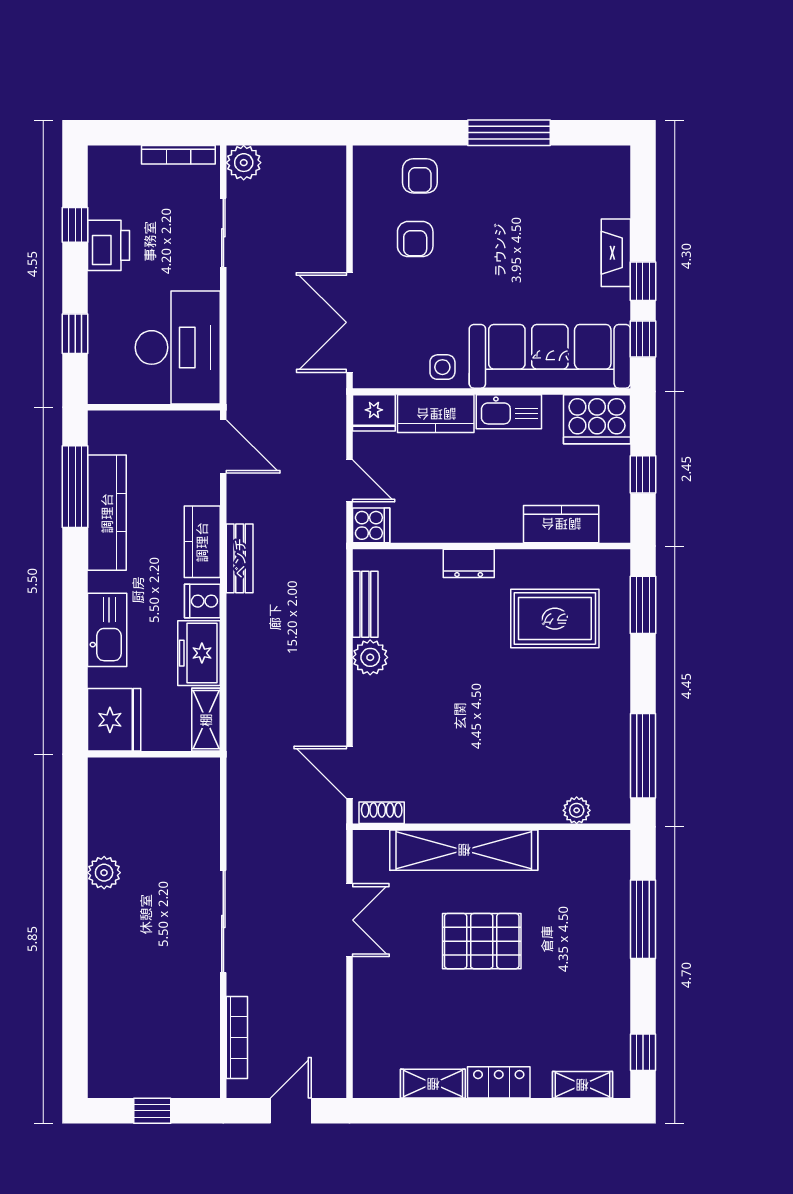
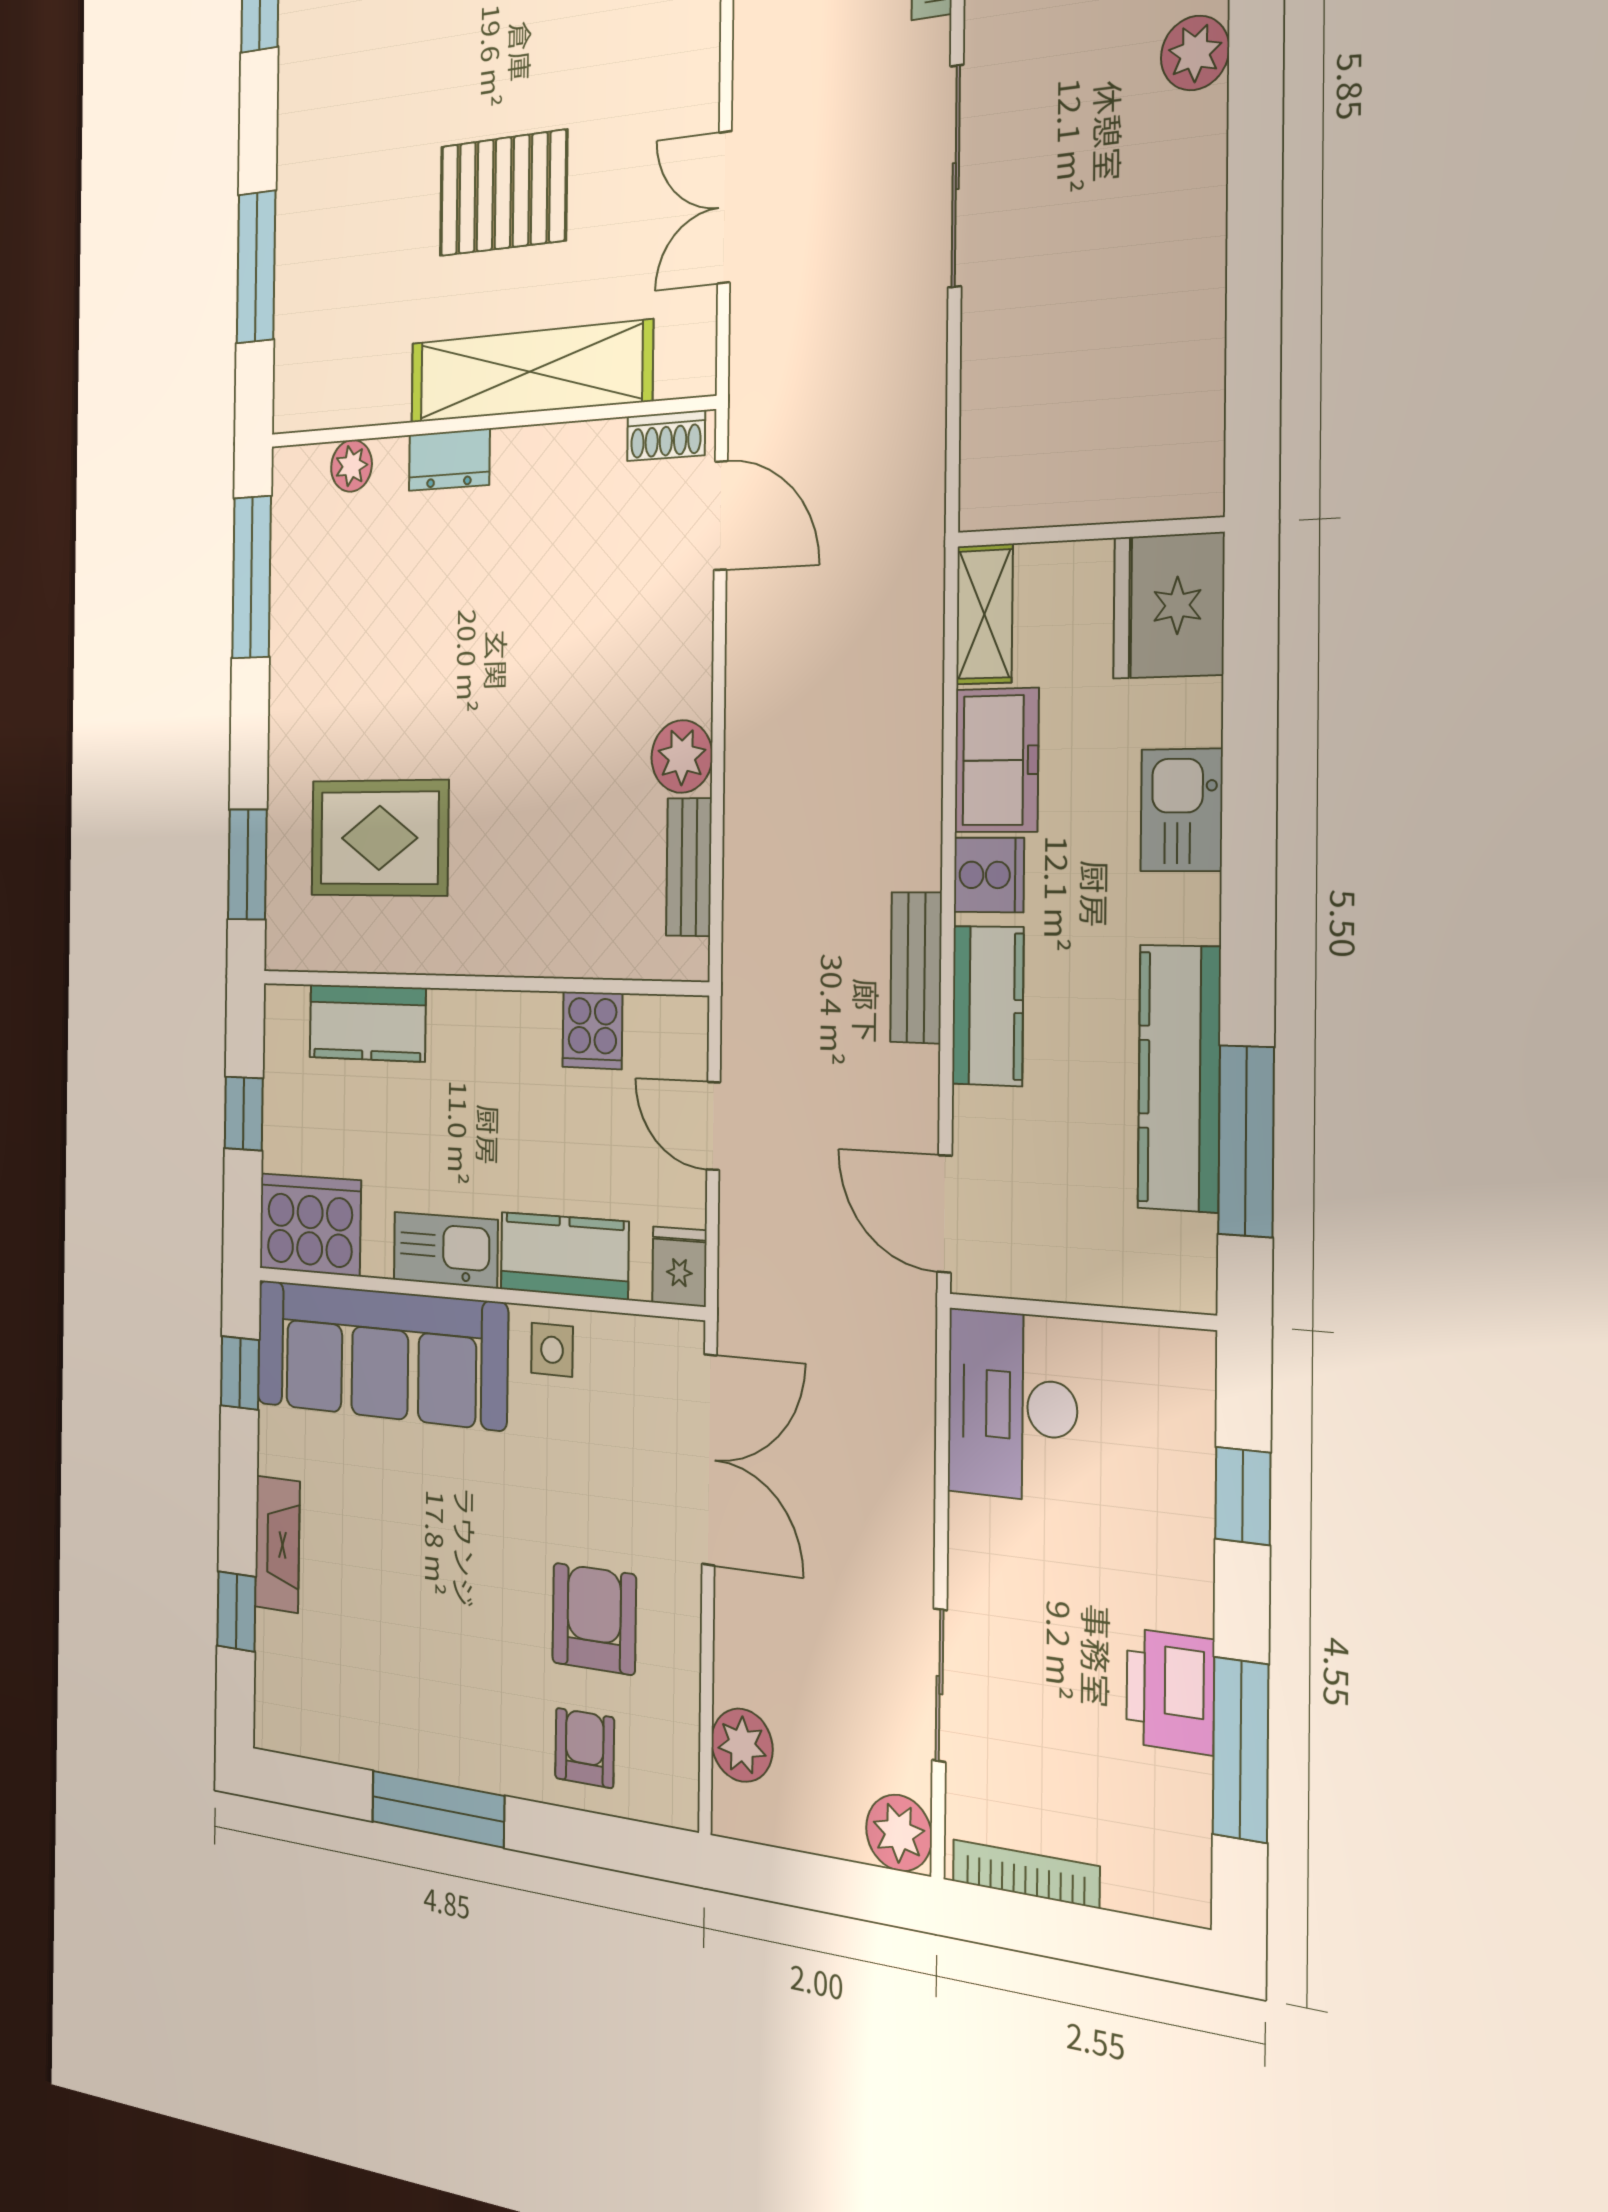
plant: (329, 190) -> (742, 1745), added
window: (75, 225) -> (1241, 1750), width x2.17
armchair: (415, 239) -> (594, 1619), width x1.38, depth x1.38
window: (643, 281) -> (236, 1611), moved
desk: (178, 347) -> (1012, 1406), width x0.73, depth x0.77
fridge: (374, 413) -> (679, 1266), width x0.72
cooker: (371, 525) -> (592, 1030), moved, turned -90
dresser: (469, 563) -> (449, 460), moved, turned 180
kitchen sink: (107, 630) -> (1181, 810), width x0.73
plant: (104, 873) -> (1195, 53), moved

